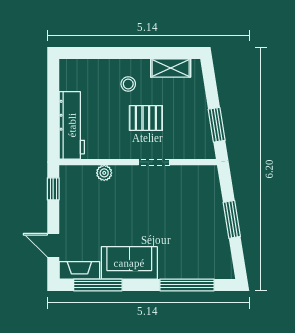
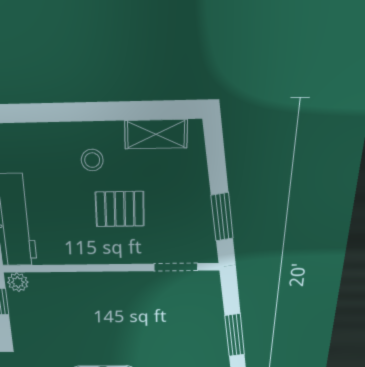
doorway: (154, 162) -> (176, 267), moved
plant: (104, 173) -> (18, 282), moved

